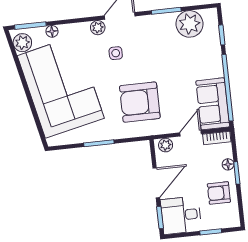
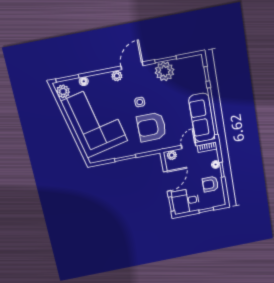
plant: (190, 24) -> (165, 71), moved
side table: (116, 53) -> (140, 102), moved
sofa: (213, 104) -> (202, 118), width x1.36

